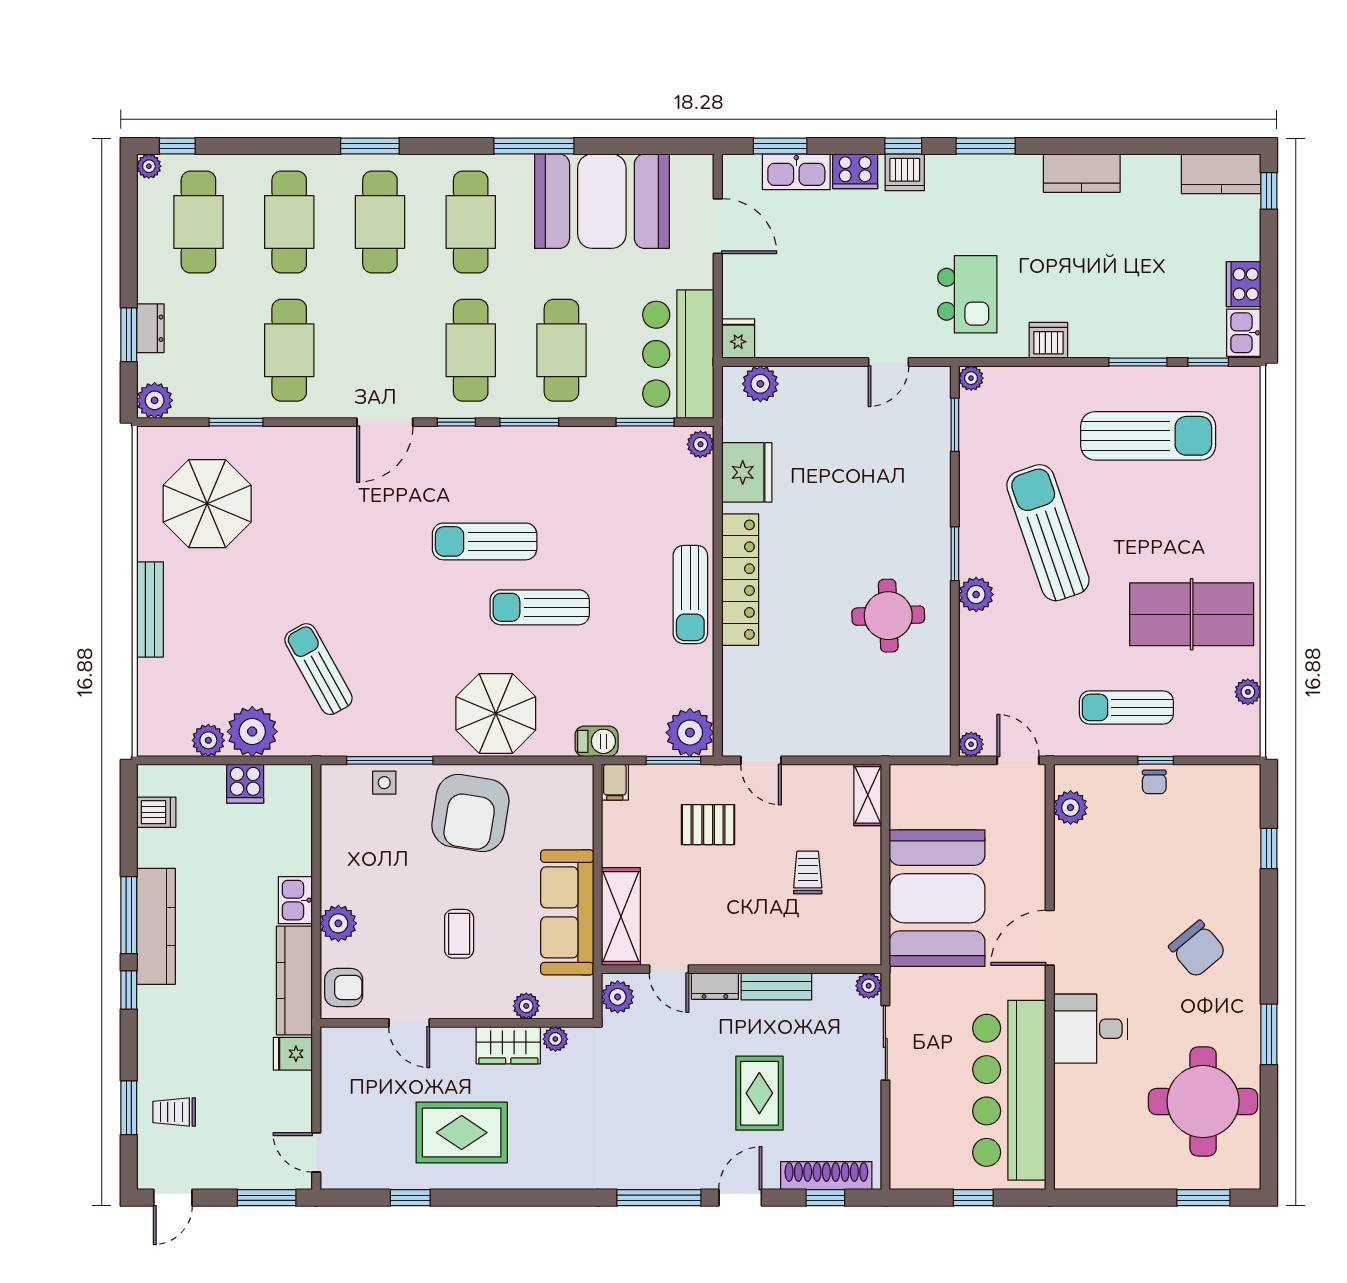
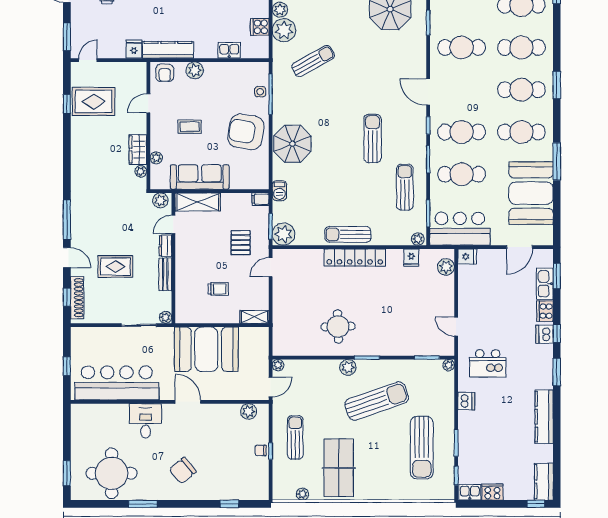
kitchen counter: (1082, 173) -> (544, 417), width x1.50
fridge: (747, 472) -> (411, 258), width x0.53, depth x0.75
sun lounger: (540, 607) -> (405, 187), moved
kitchen sink: (295, 900) -> (229, 50), moved
rug: (462, 1133) -> (94, 101), moved, turned 90

